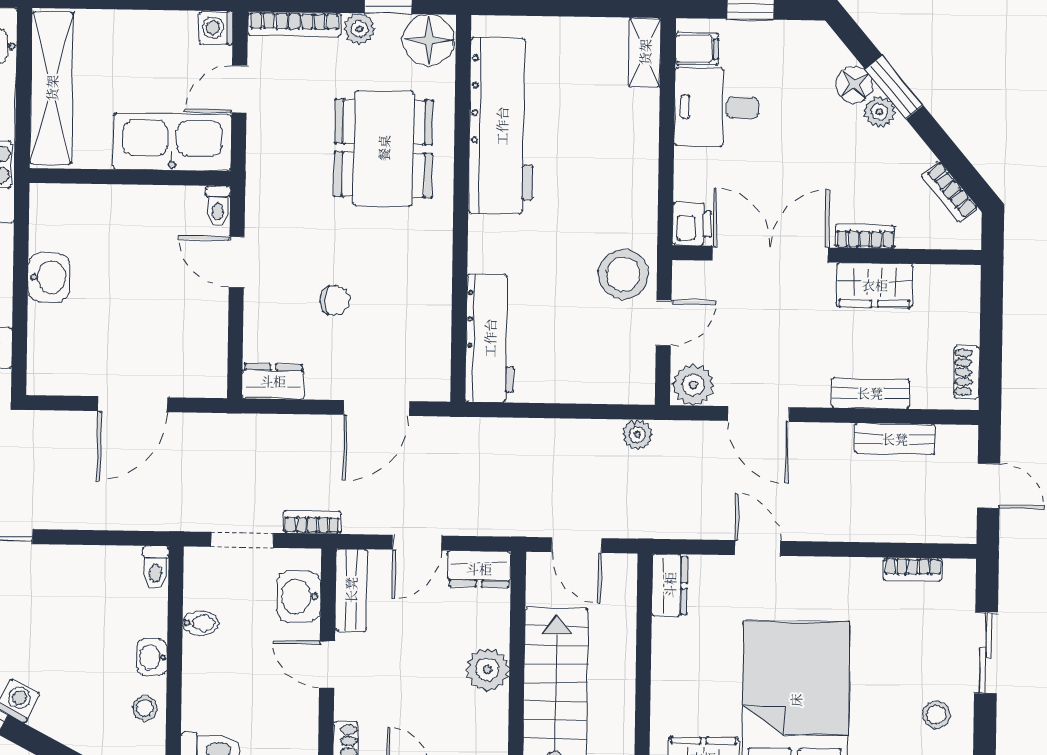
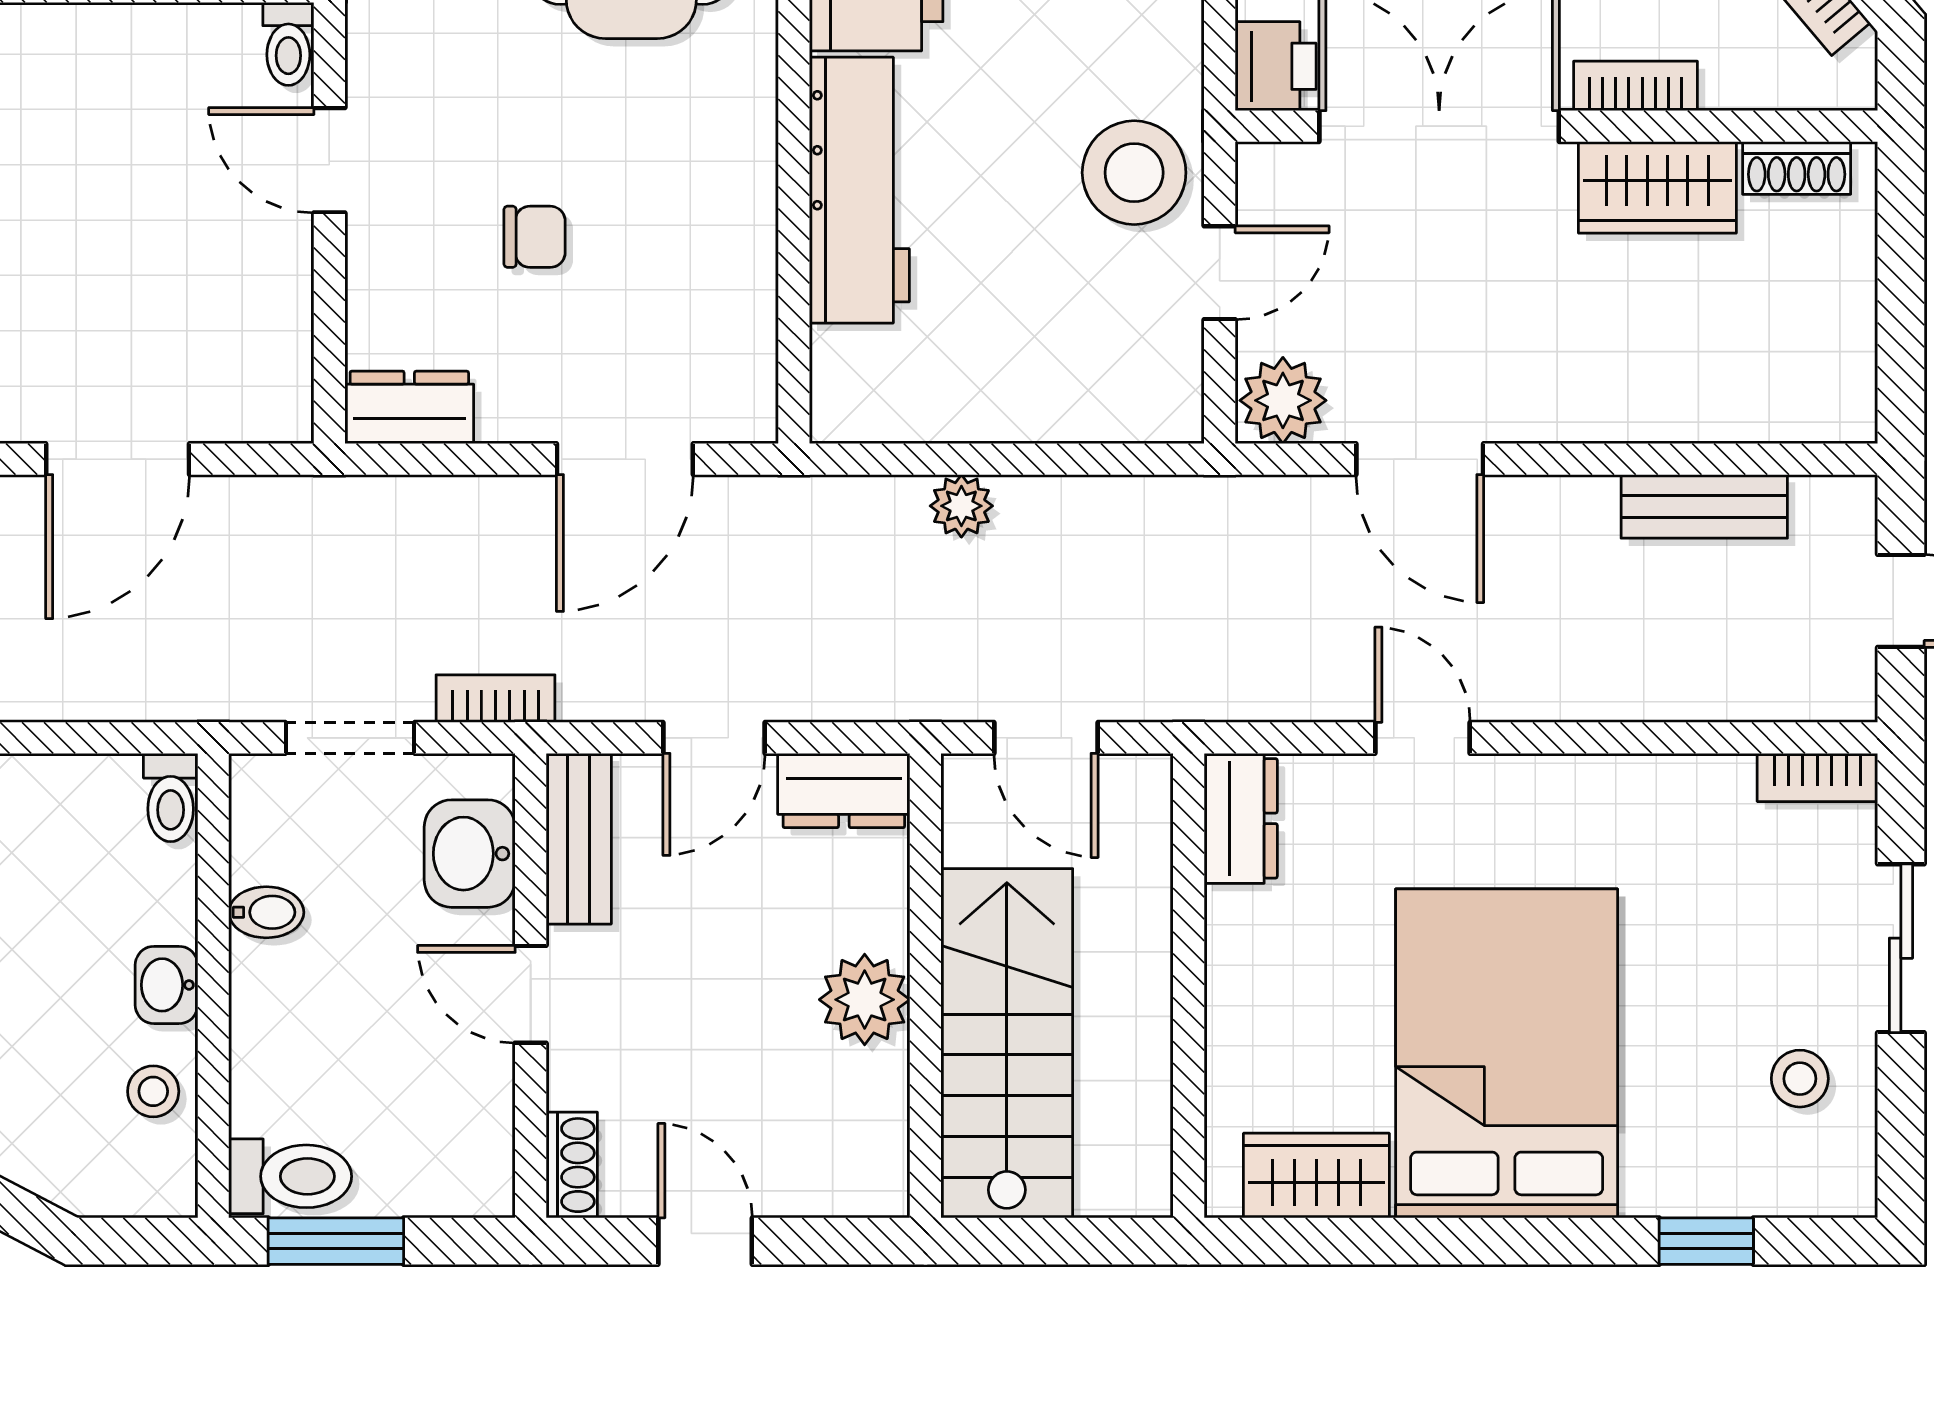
workbench: (490, 338) -> (859, 190), moved
shoe rack: (967, 372) -> (1797, 168), moved, turned -90
bench: (870, 393) -> (1652, 413), removed
plant: (637, 435) -> (961, 506), moved
bookcase: (913, 569) -> (1817, 777), moved

